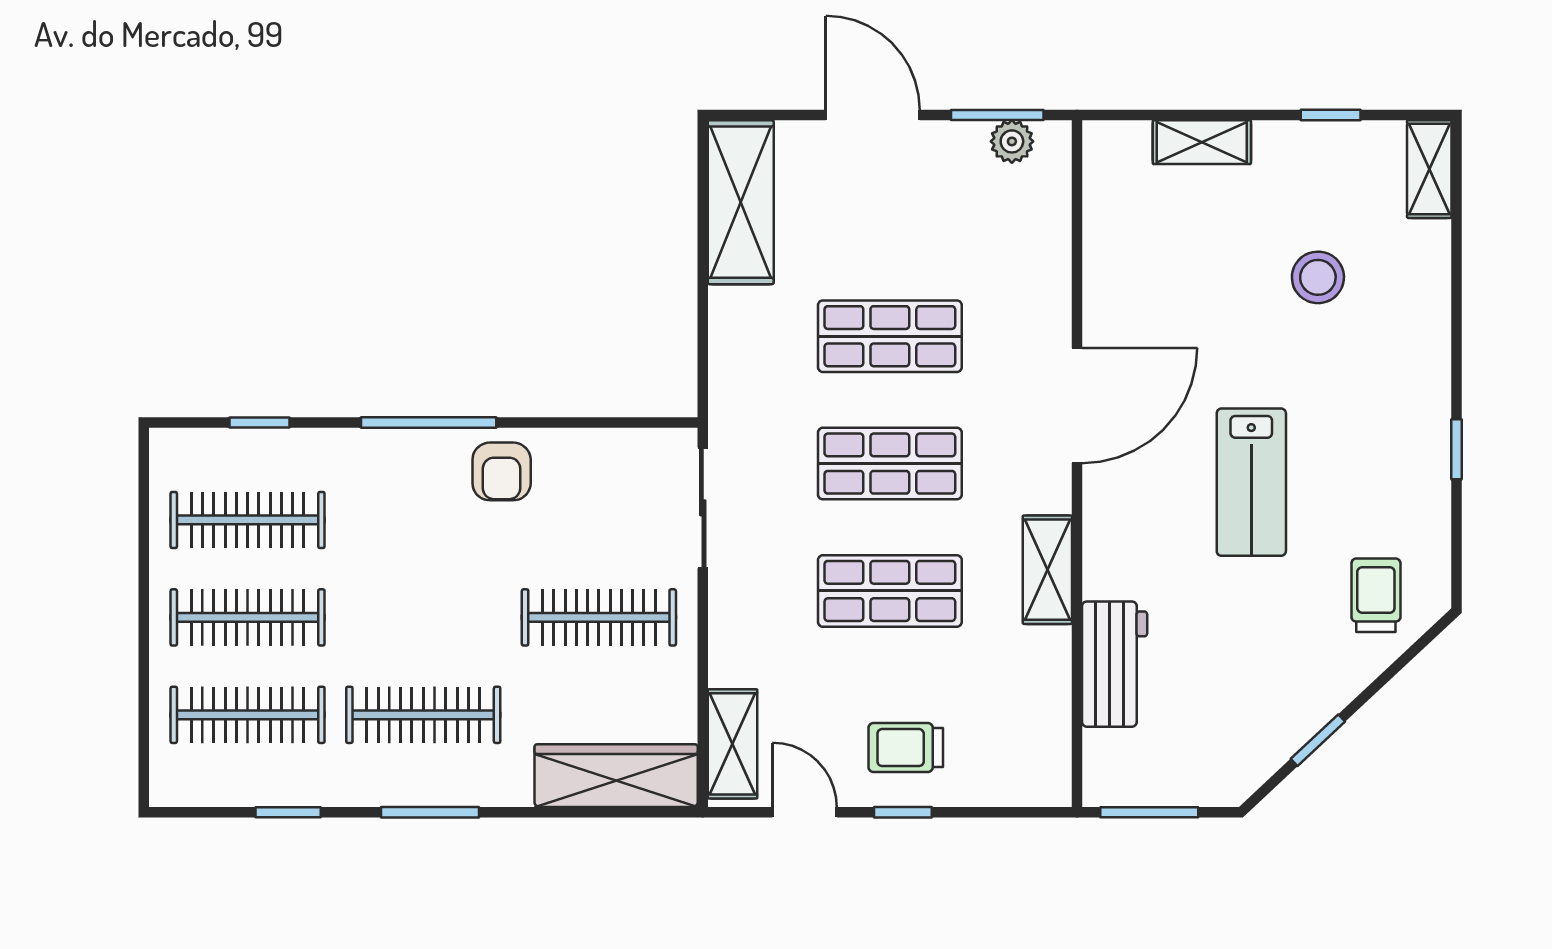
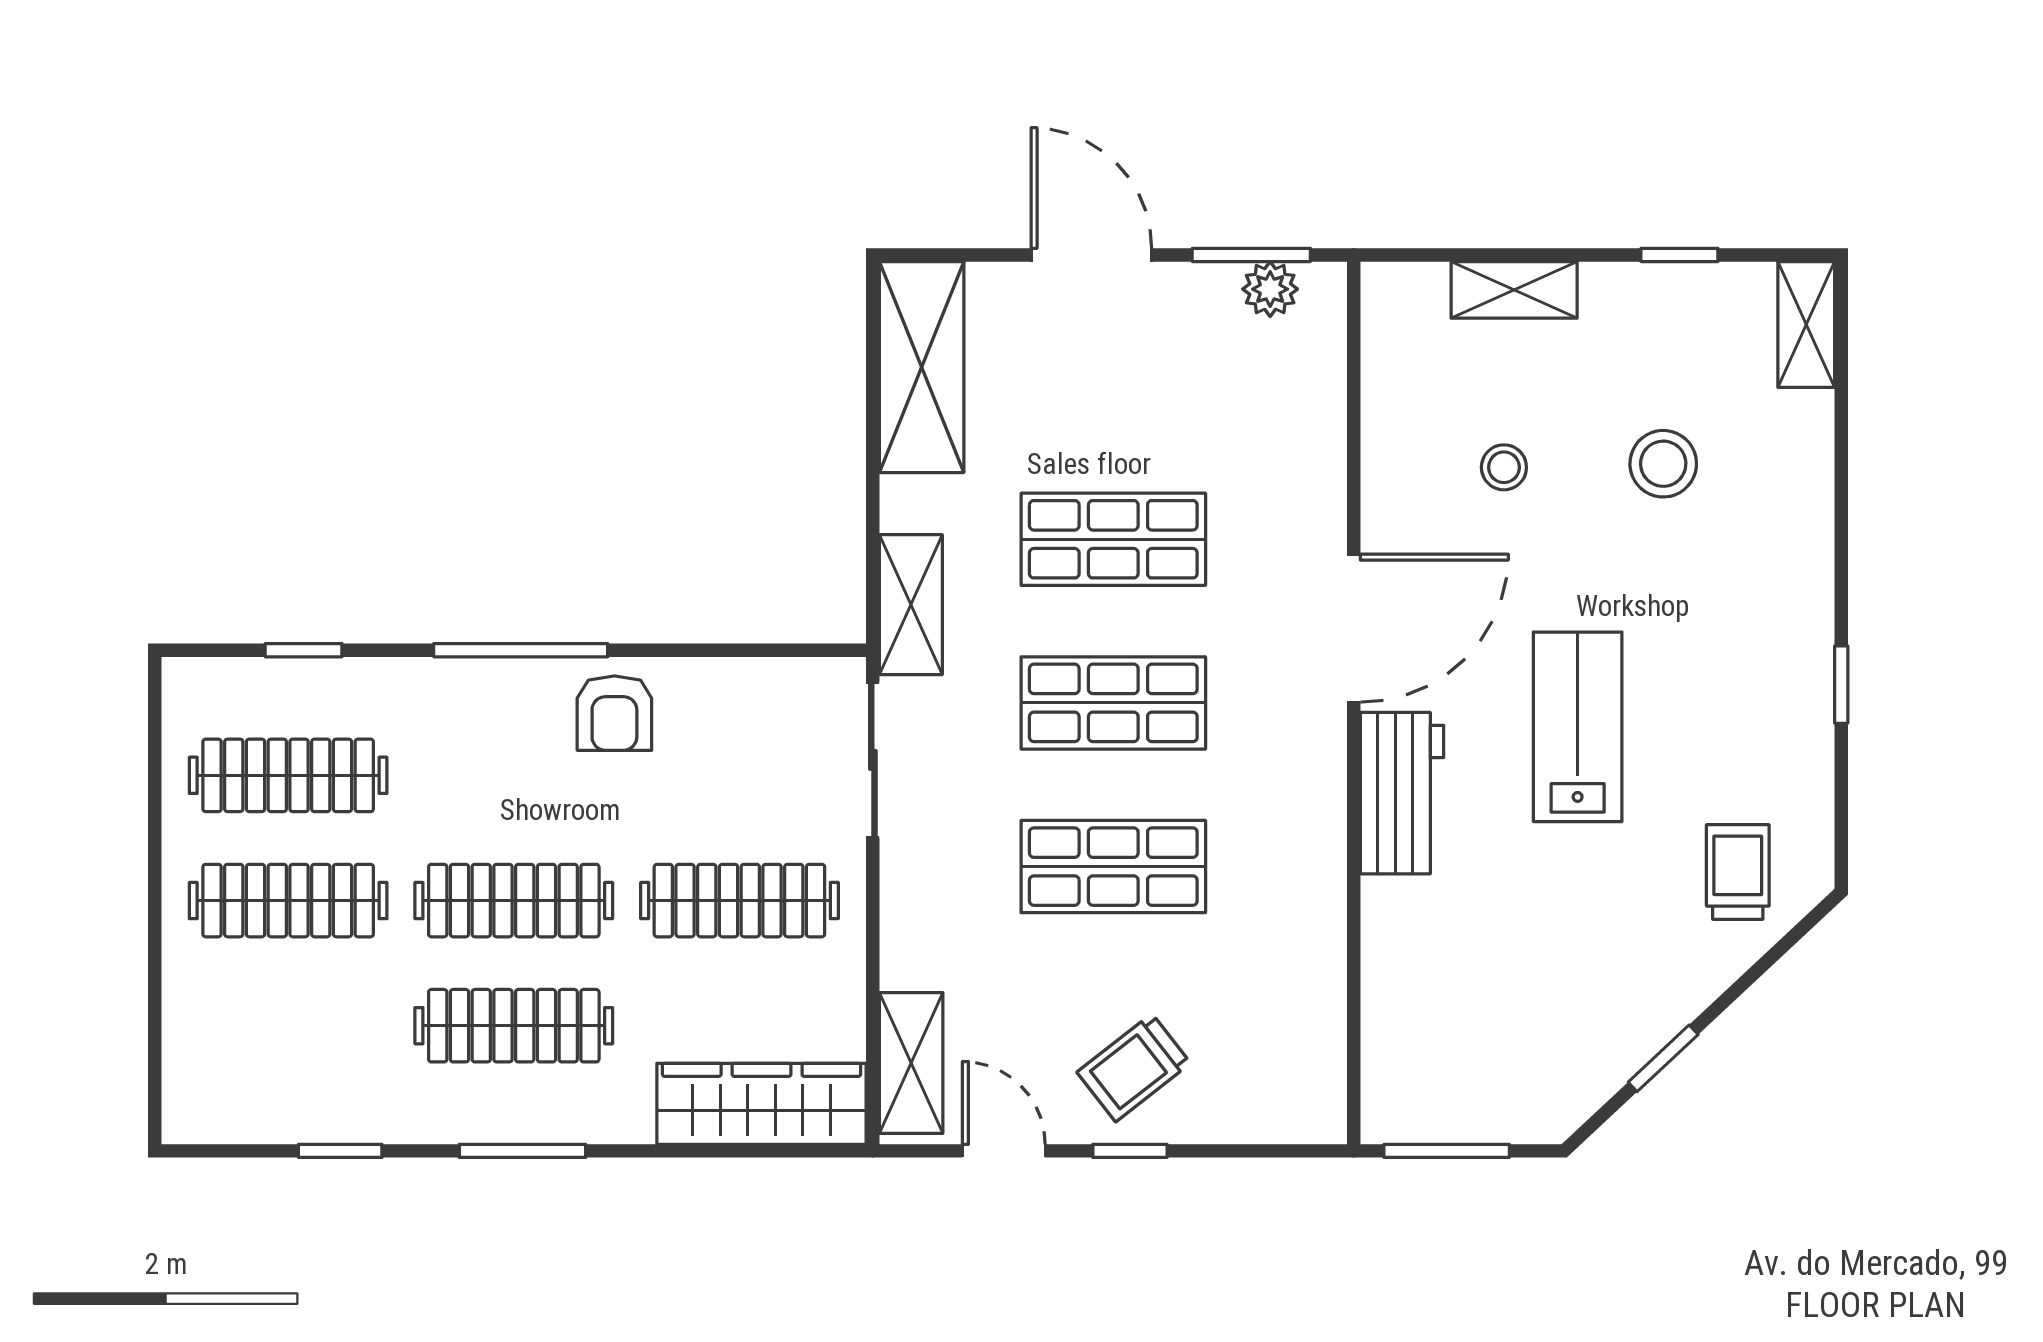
stool: (1194, 280) -> (1504, 467), added
lab bench: (1251, 482) -> (1578, 727), turned 180
shelving: (1047, 570) -> (911, 605), moved
workbench: (1115, 664) -> (1402, 793), moved
clothes rail: (248, 715) -> (514, 901), moved
trolley: (906, 748) -> (1134, 1068), turned -38

